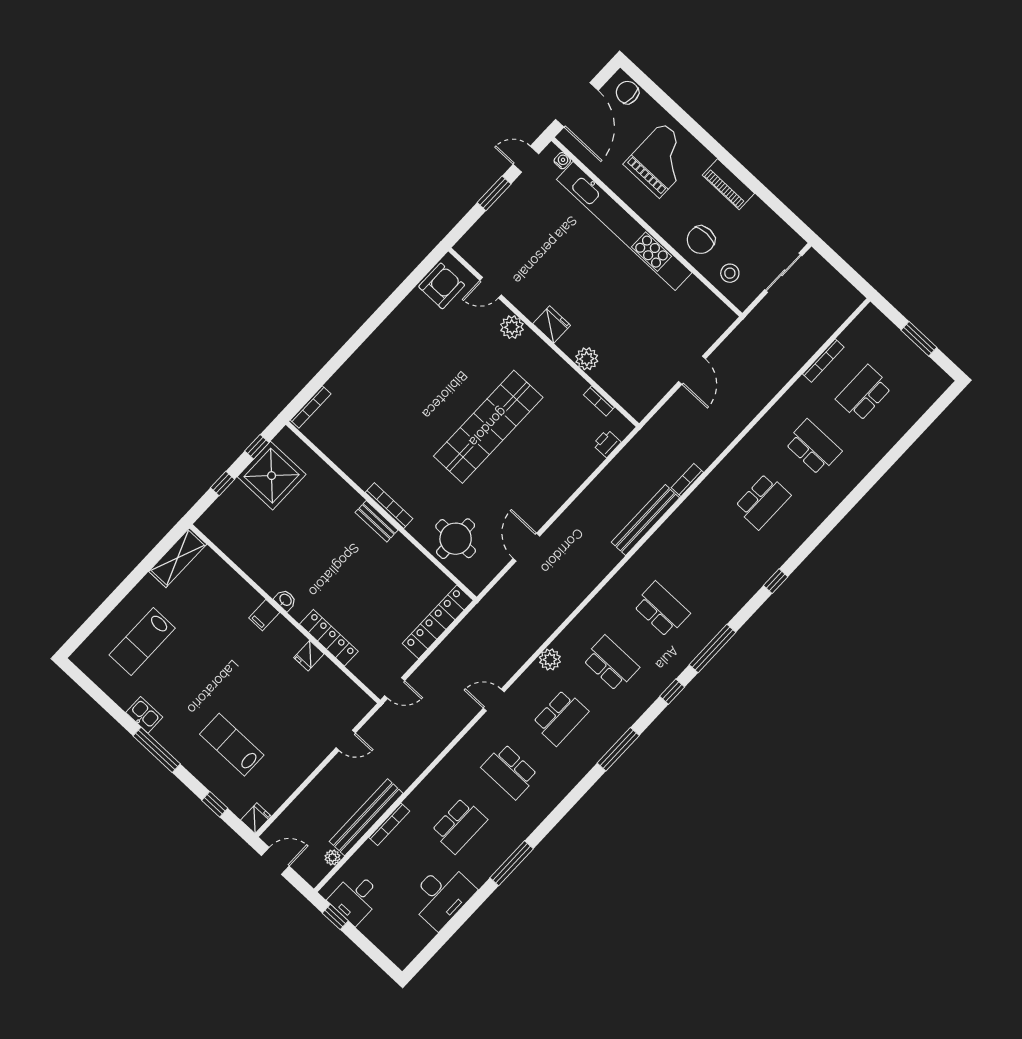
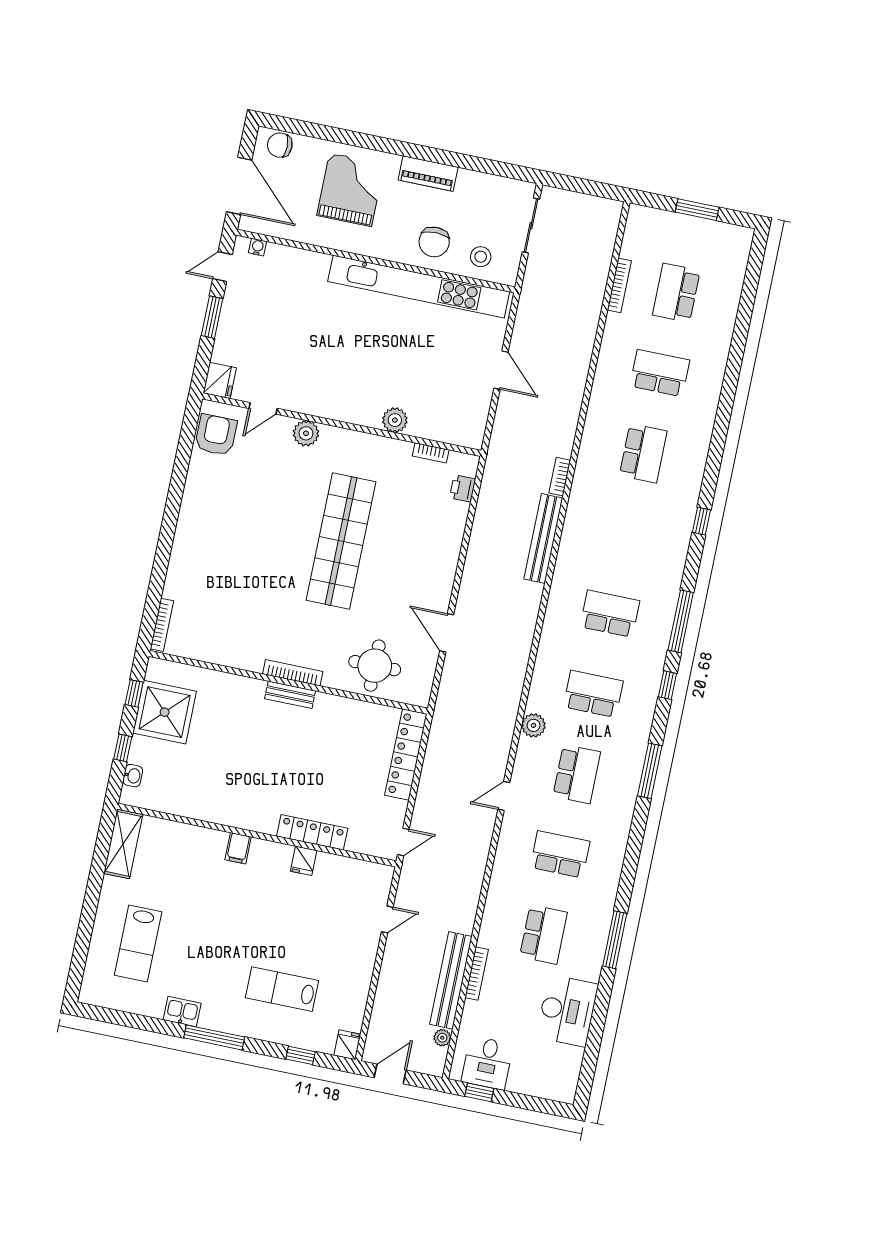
kitchen unit: (624, 226) -> (419, 287), moved
fridge: (552, 325) -> (220, 380), moved, turned 90
washbasin: (285, 600) -> (133, 776), moved, turned 90
school desk: (510, 771) -> (560, 854), turned 180

